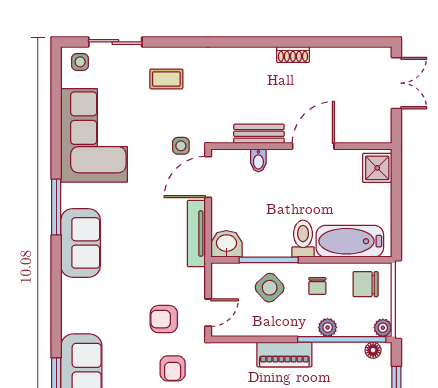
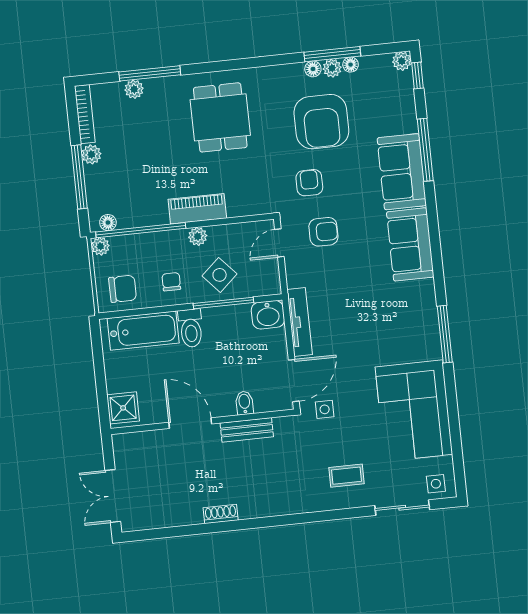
door: (313, 146) -> (190, 423), swing flipped
sofa: (81, 243) -> (410, 244), moved
plant: (328, 327) -> (198, 236), moved

